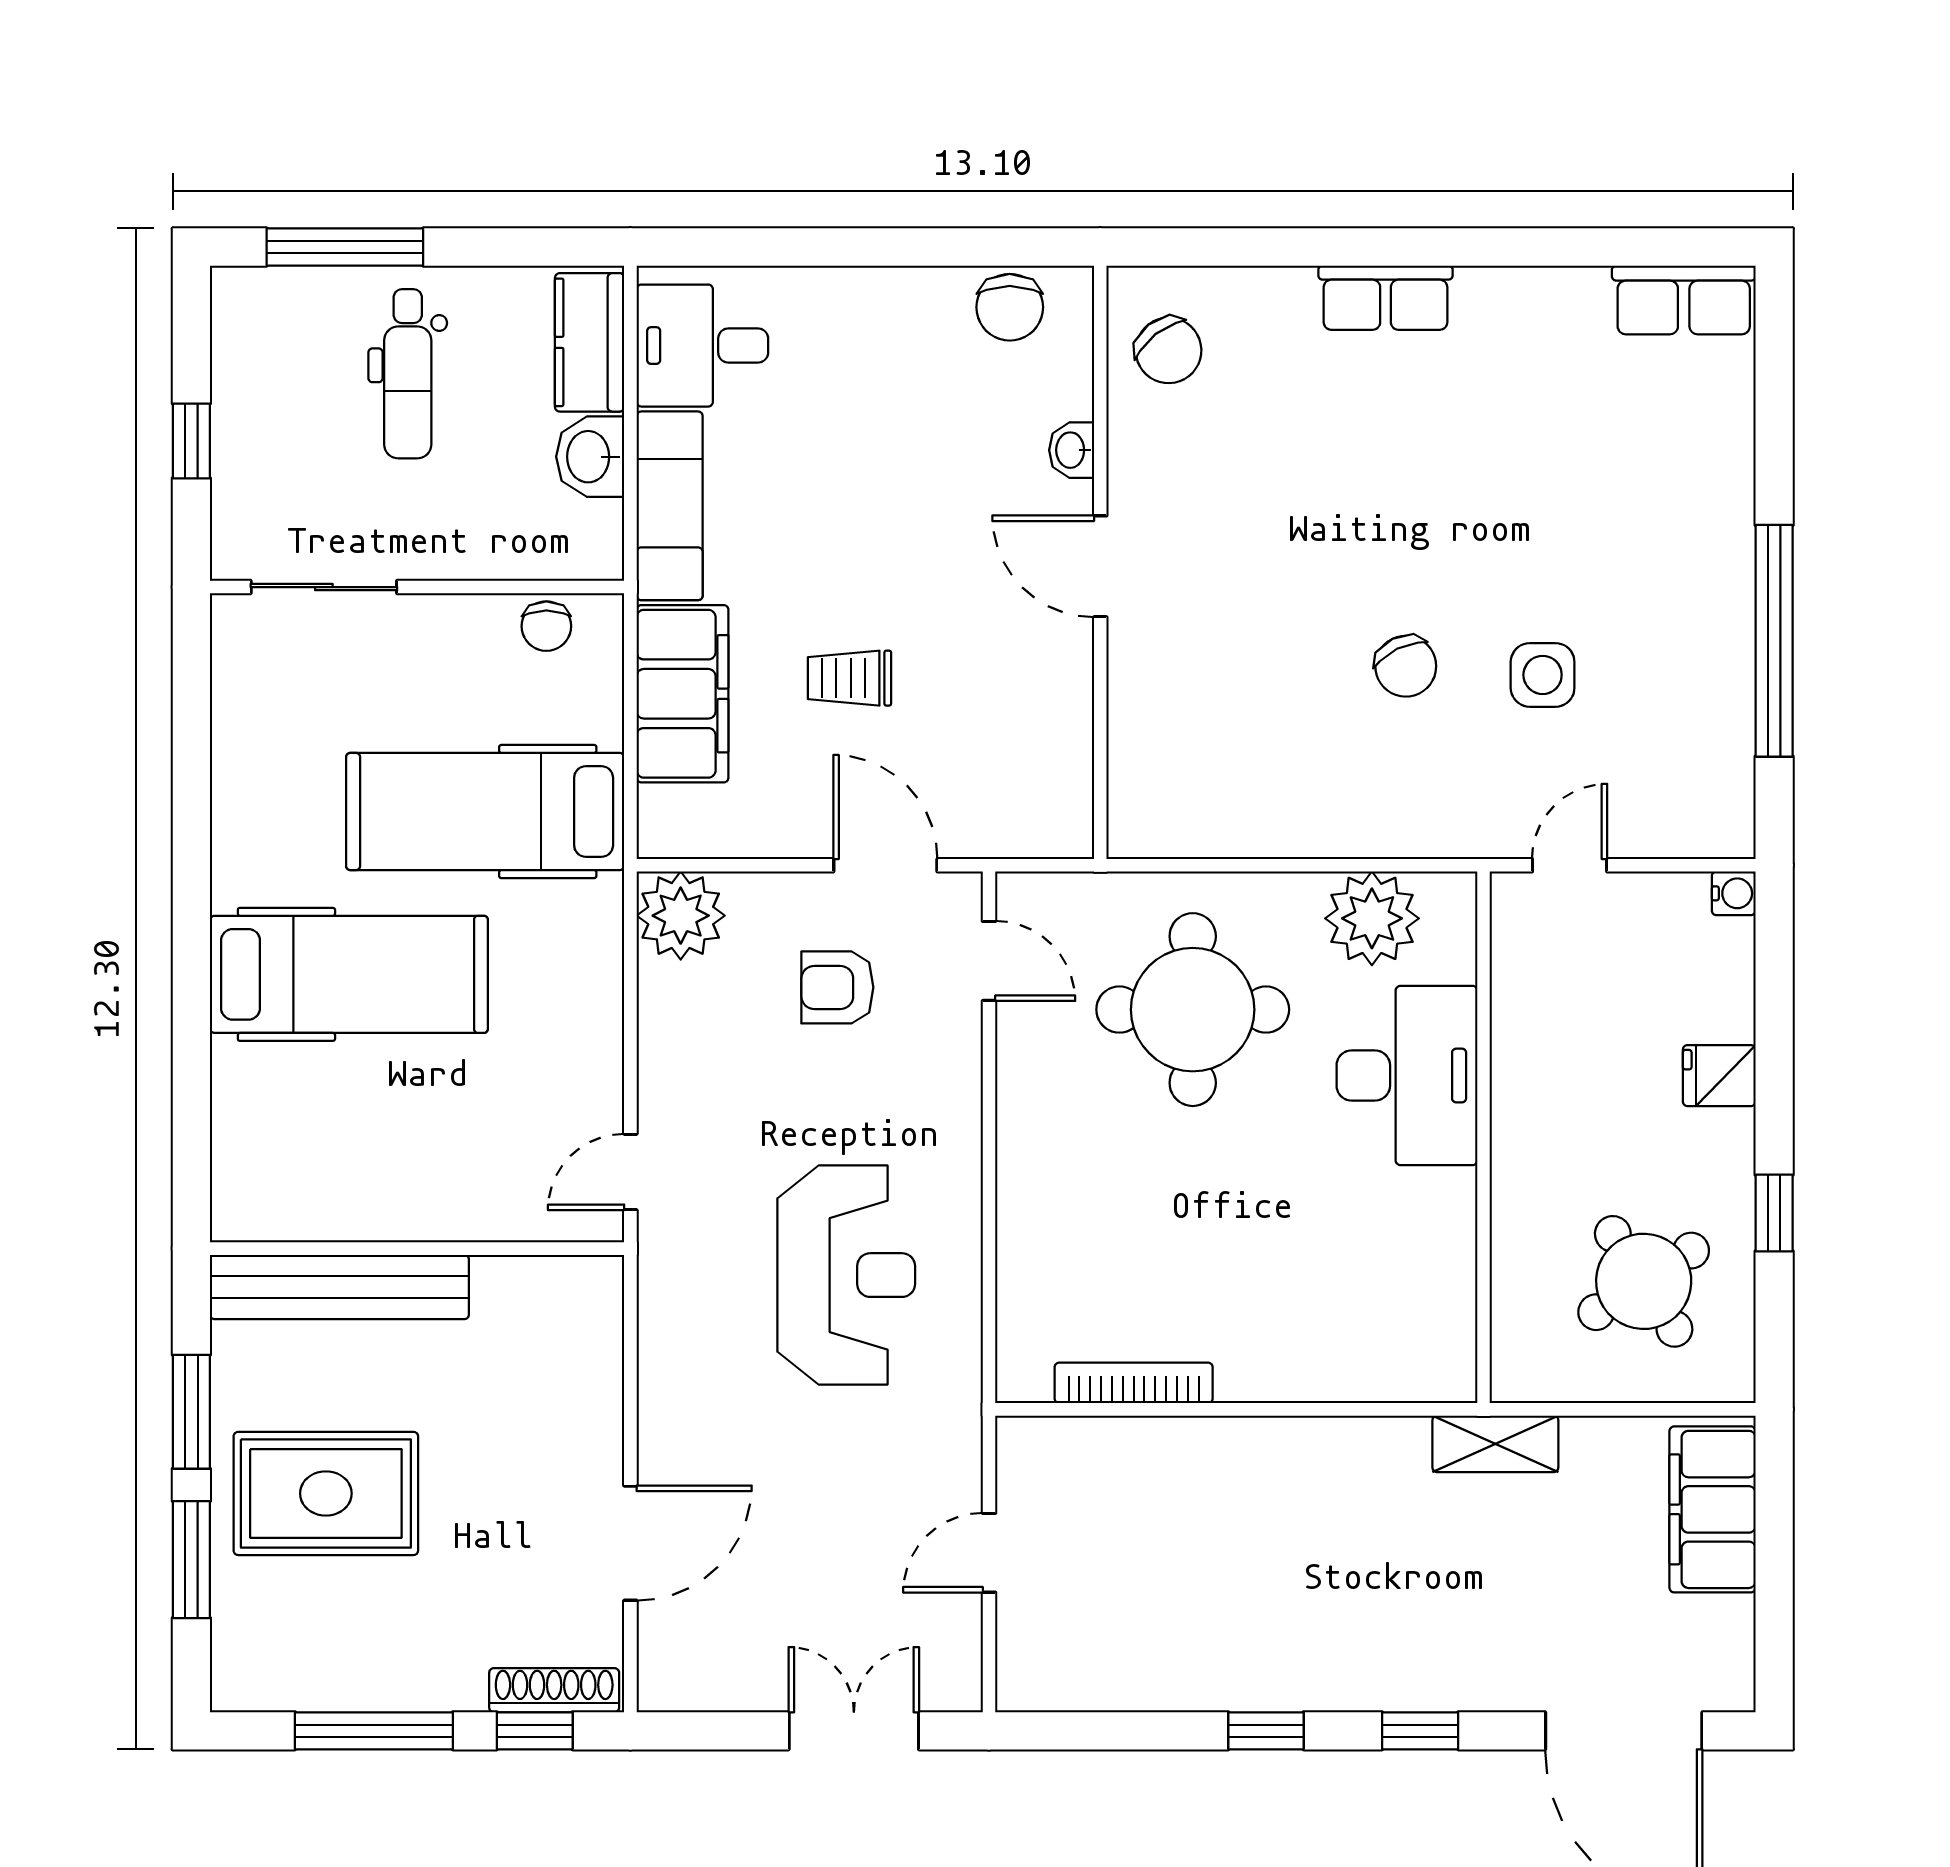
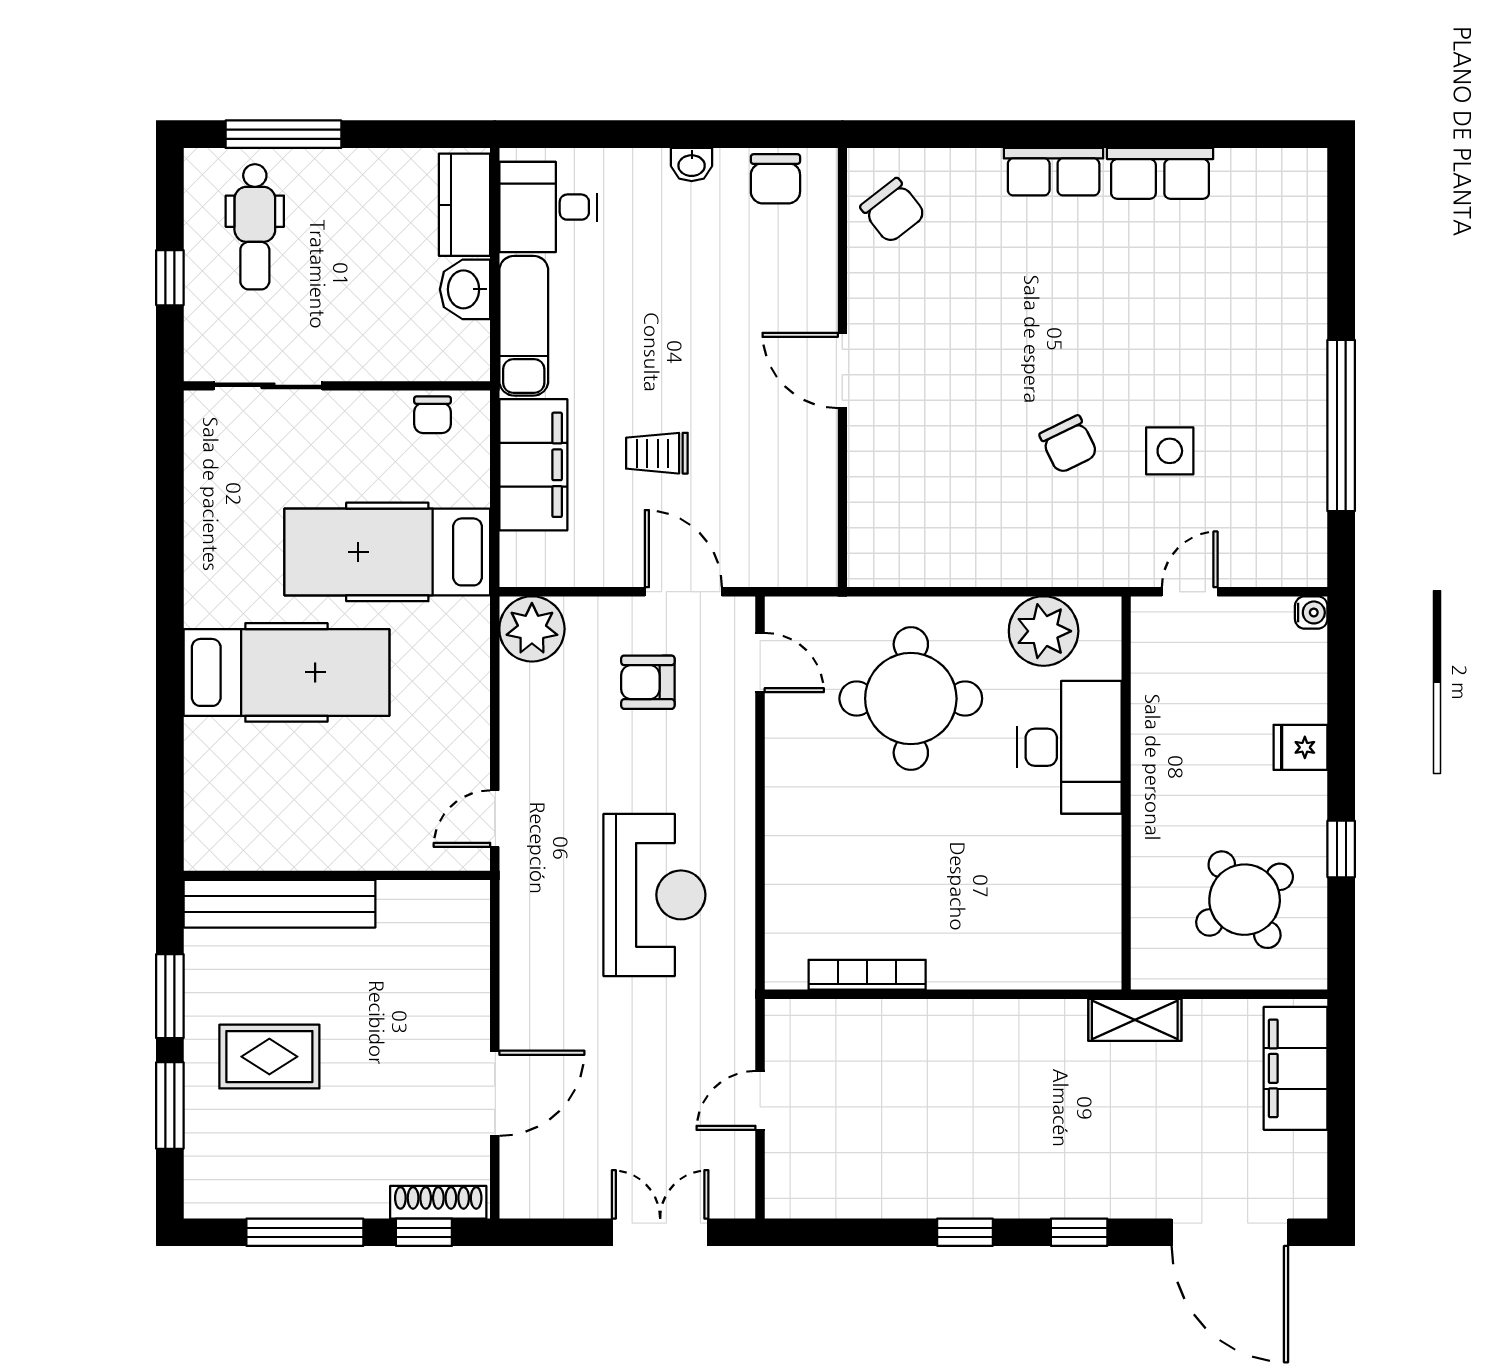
row of seats: (1684, 300) -> (1160, 173), moved
dental chair: (408, 374) -> (255, 227), moved
washbasin: (1072, 450) -> (692, 165), moved, turned -90
rug: (326, 1493) -> (269, 1057), width x0.73, depth x0.70

